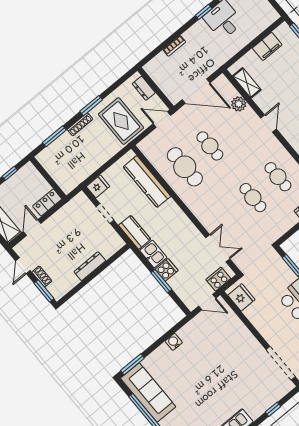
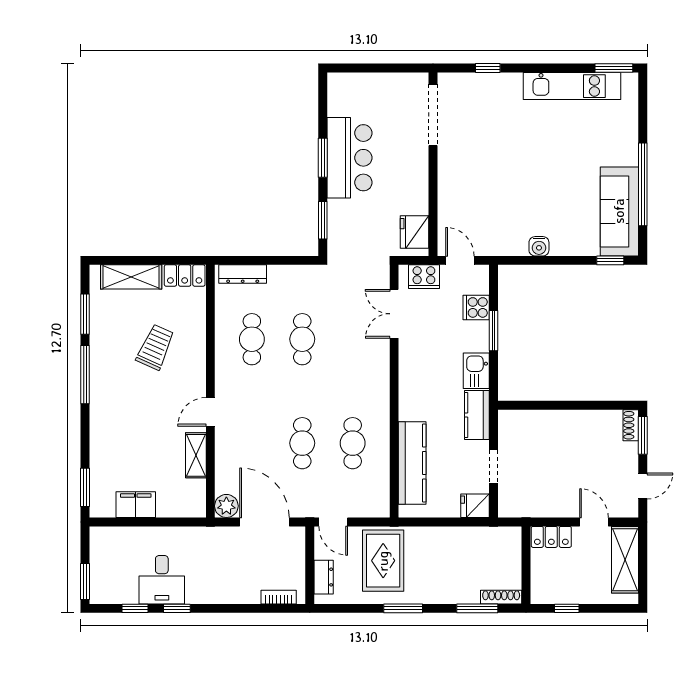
bookcase: (174, 46) -> (279, 597), moved
shelving: (247, 83) -> (196, 455), moved
plant: (239, 104) -> (226, 506), moved
shoe rack: (80, 124) -> (501, 597), moved
cafe table: (185, 167) -> (353, 443), width x0.73, depth x0.74
door: (32, 228) -> (594, 522), swing flipped
dresser: (90, 266) -> (564, 419), removed
cooker: (167, 270) -> (476, 307), moved
shoe rack: (42, 276) -> (631, 425), moved
window: (132, 364) -> (610, 260), width x0.67

